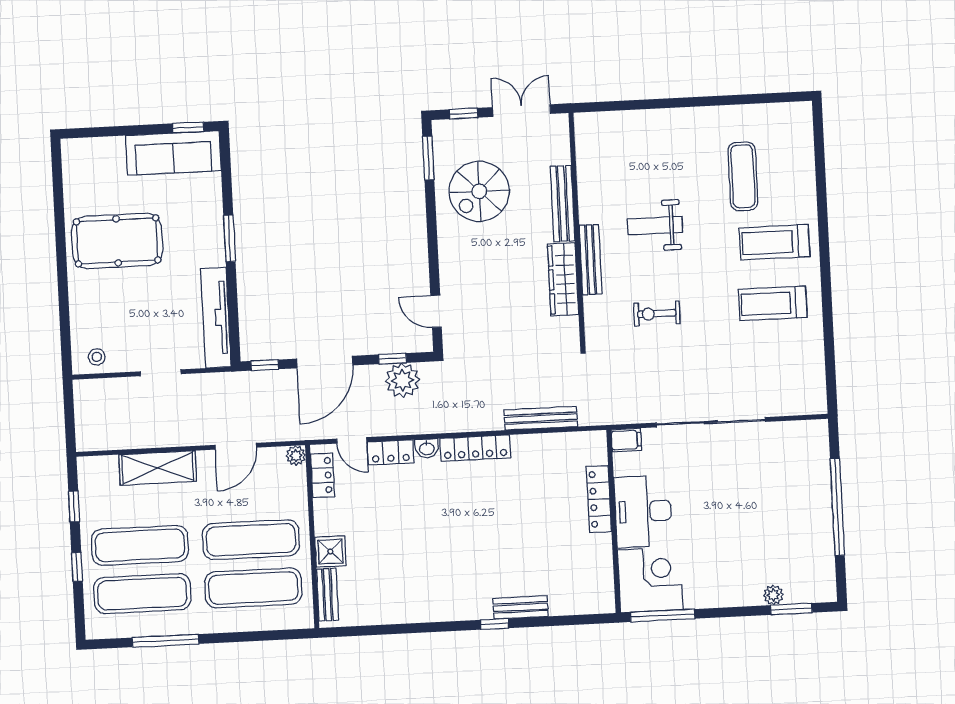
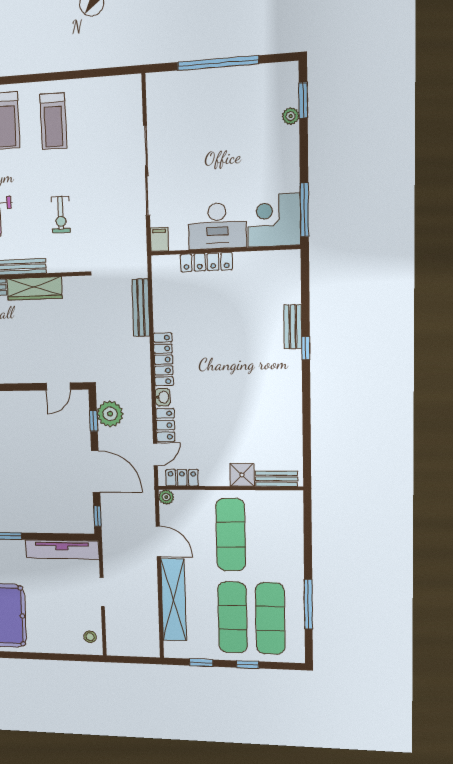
shelving: (158, 468) -> (173, 600), width x1.47
exercise mat: (253, 588) -> (269, 535), removed

